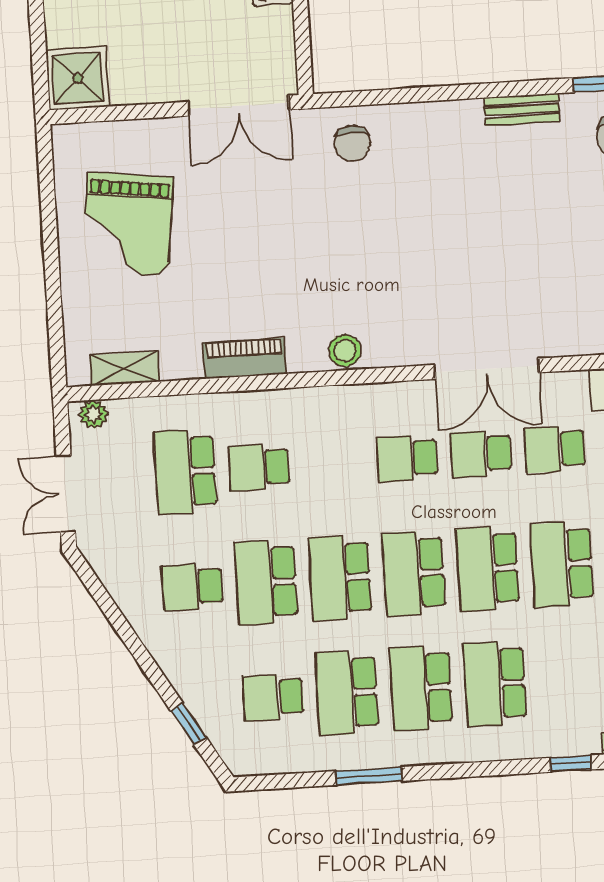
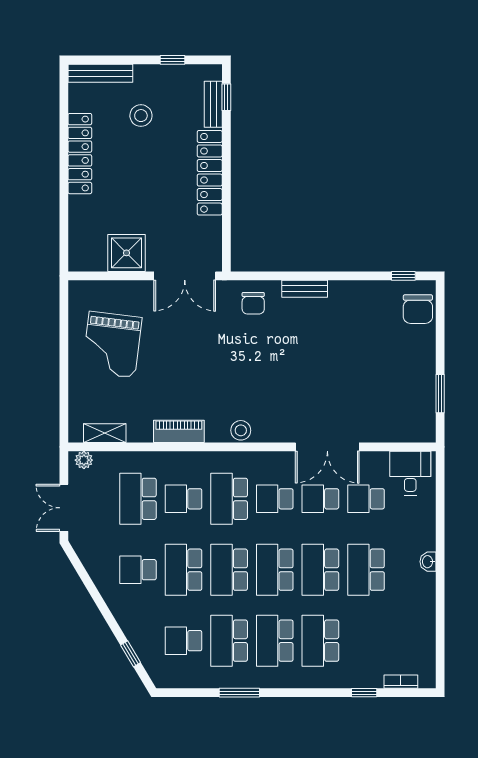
shower: (78, 78) -> (126, 253), moved
bench: (522, 109) -> (305, 289), moved
school desk: (333, 463) -> (229, 499), added

